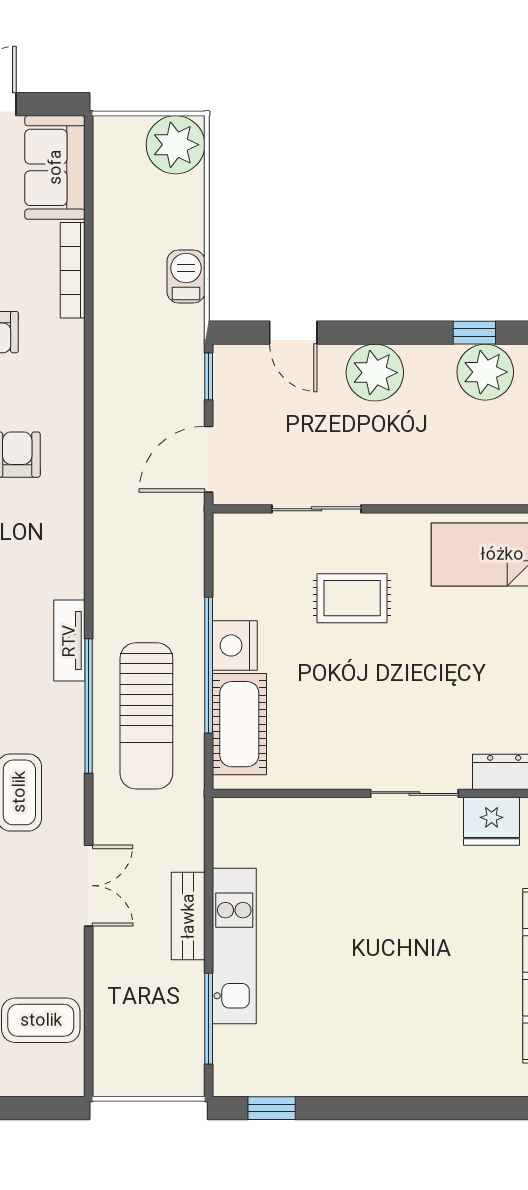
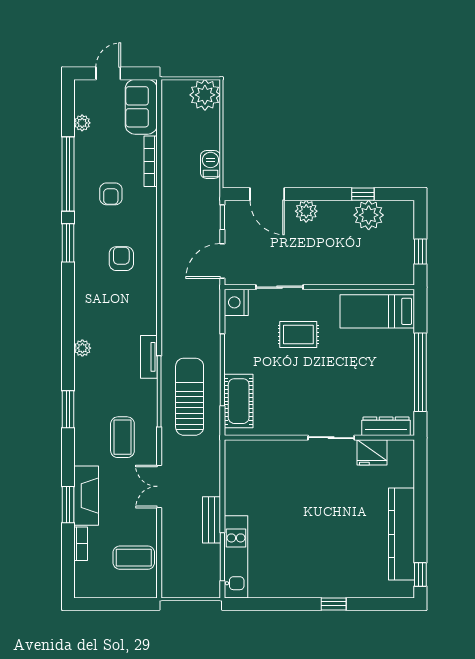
door: (293, 333) -> (267, 194), width x1.38
plant: (375, 373) -> (306, 211), width x0.73, depth x0.73
nightstand: (235, 645) -> (236, 302), moved
sun lounger: (146, 716) -> (190, 397), turned 180
double door: (89, 886) -> (159, 486), swing flipped
bench: (188, 916) -> (212, 520), moved
kitchen unit: (234, 946) -> (236, 557), moved
window: (272, 1108) -> (334, 604), moved

